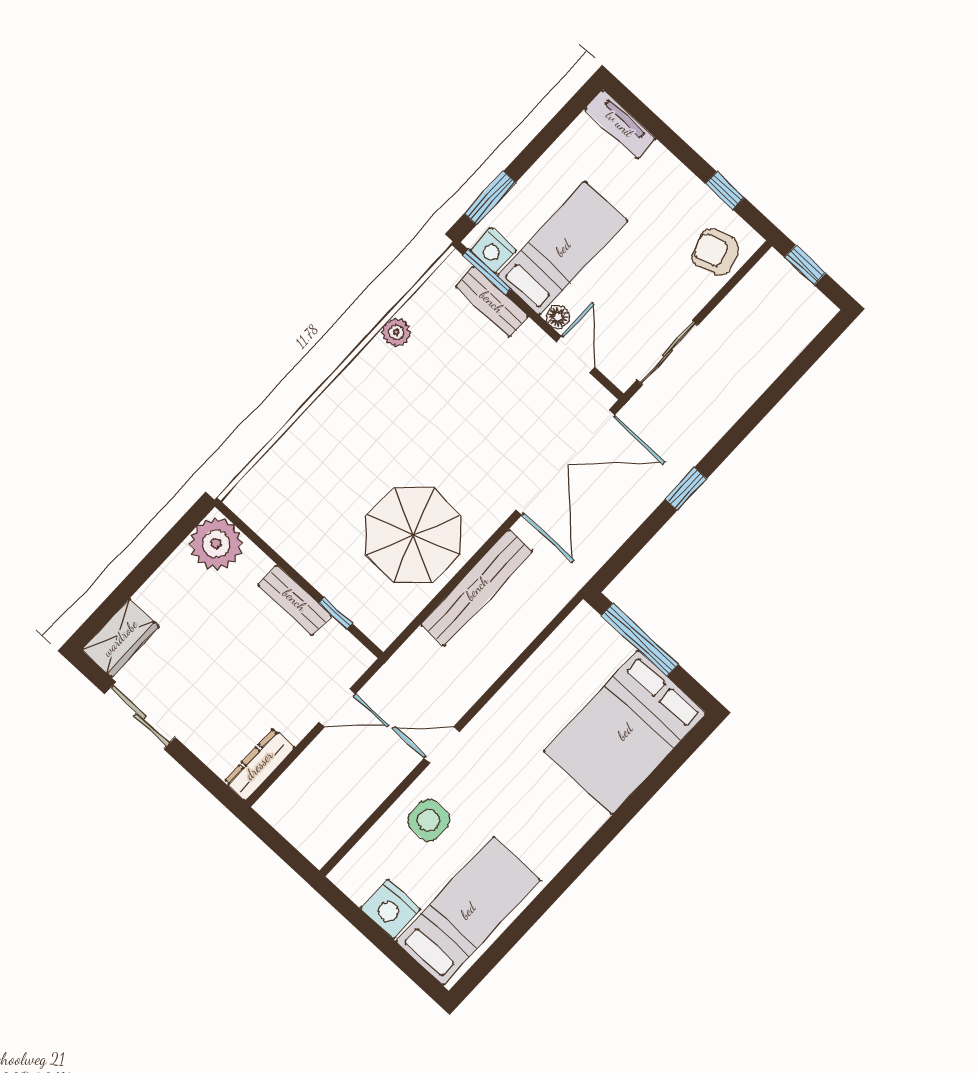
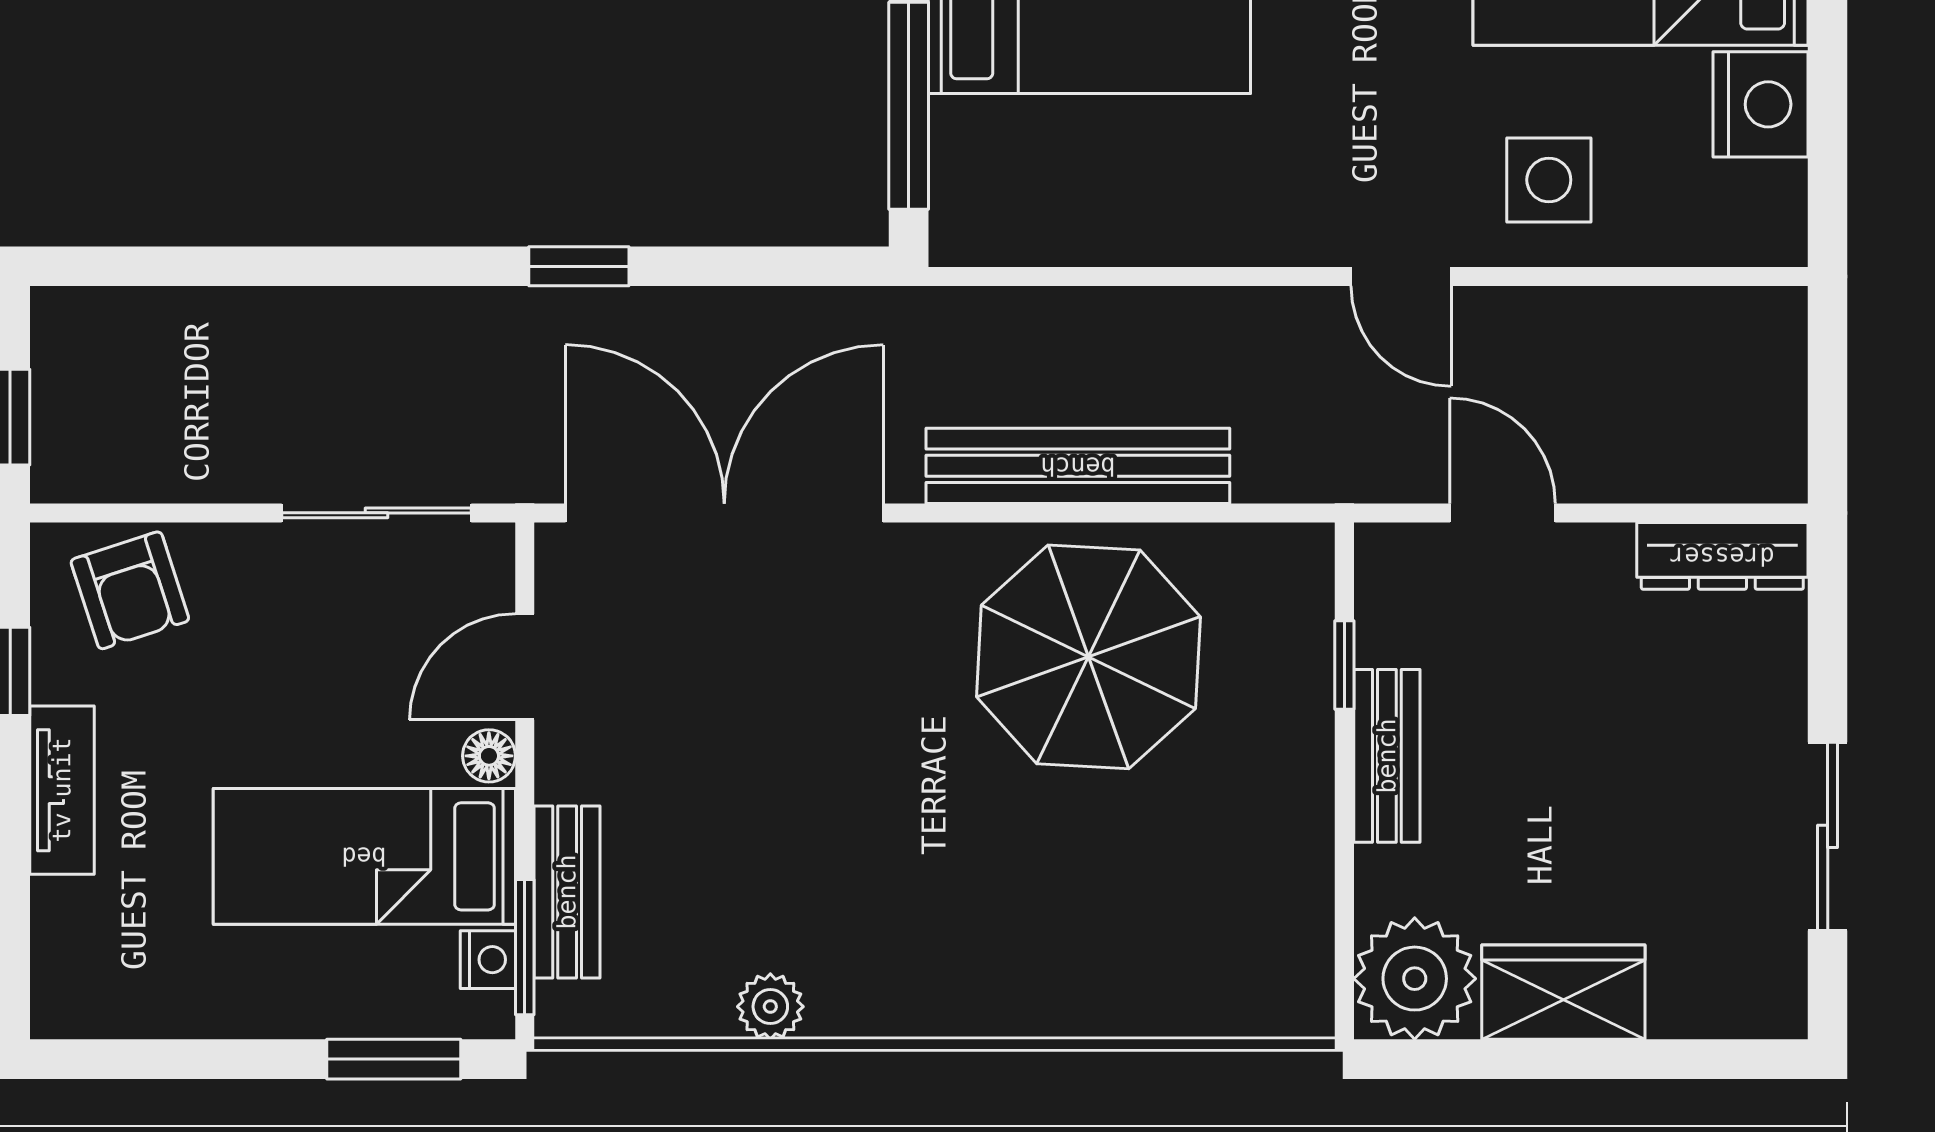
tv unit: (620, 124) -> (62, 790), moved
nightstand: (493, 250) -> (488, 960), width x0.72, depth x0.74
wardrobe: (120, 638) -> (1563, 992), moved

